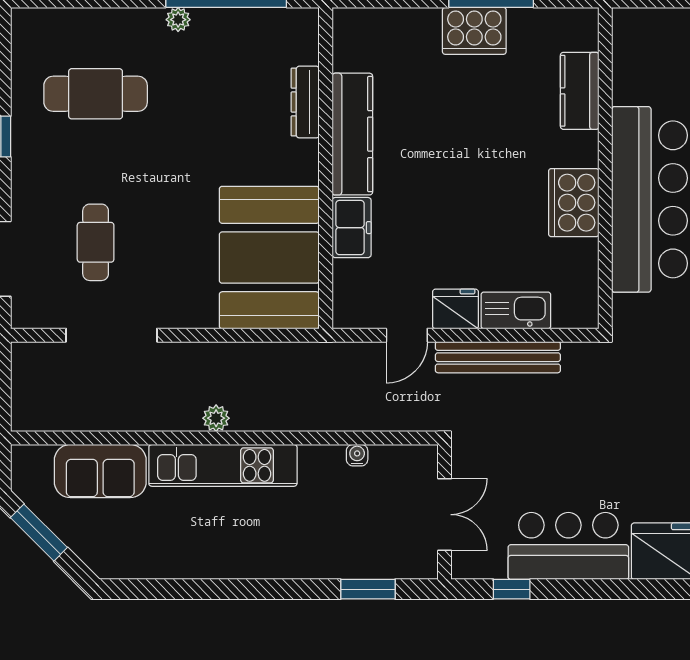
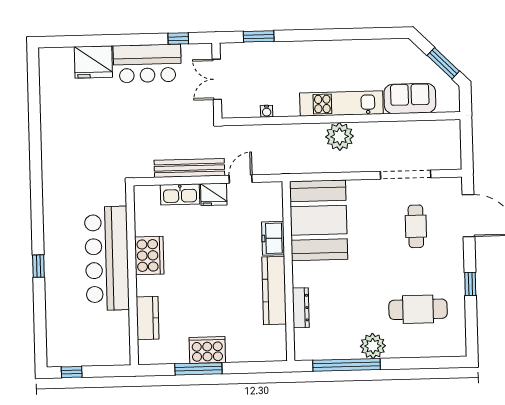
plant: (178, 20) -> (373, 346), width x1.88, depth x1.88
plant: (216, 418) -> (340, 137), width x1.87, depth x1.87

